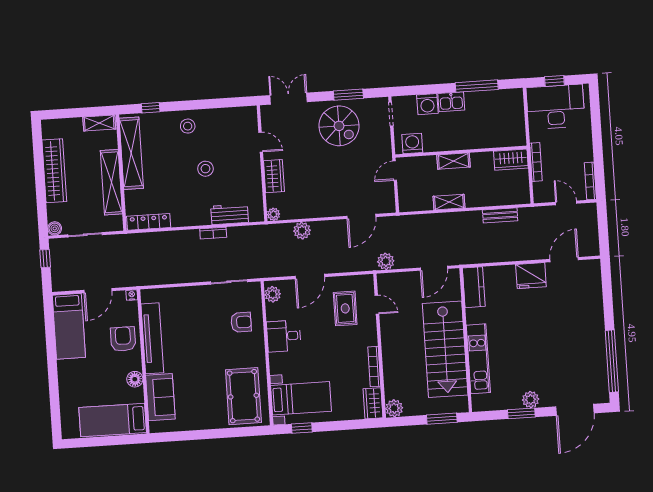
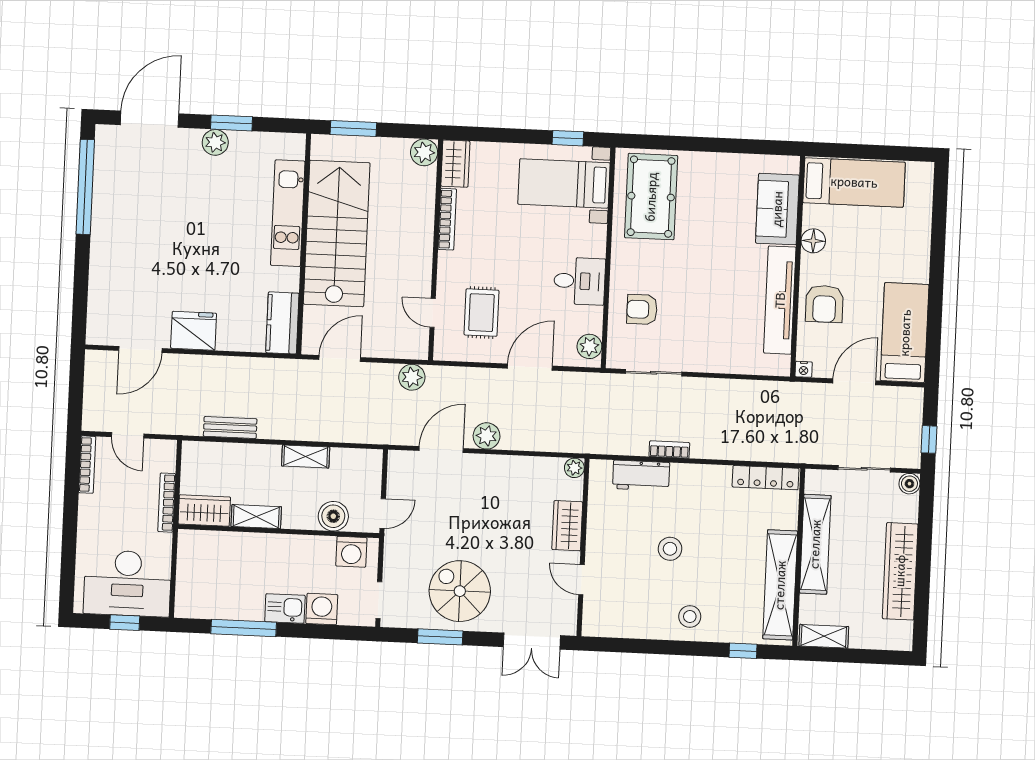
shelving: (454, 161) -> (256, 517), moved
boiler: (427, 165) -> (333, 516), added
plant: (302, 231) -> (487, 436), moved

